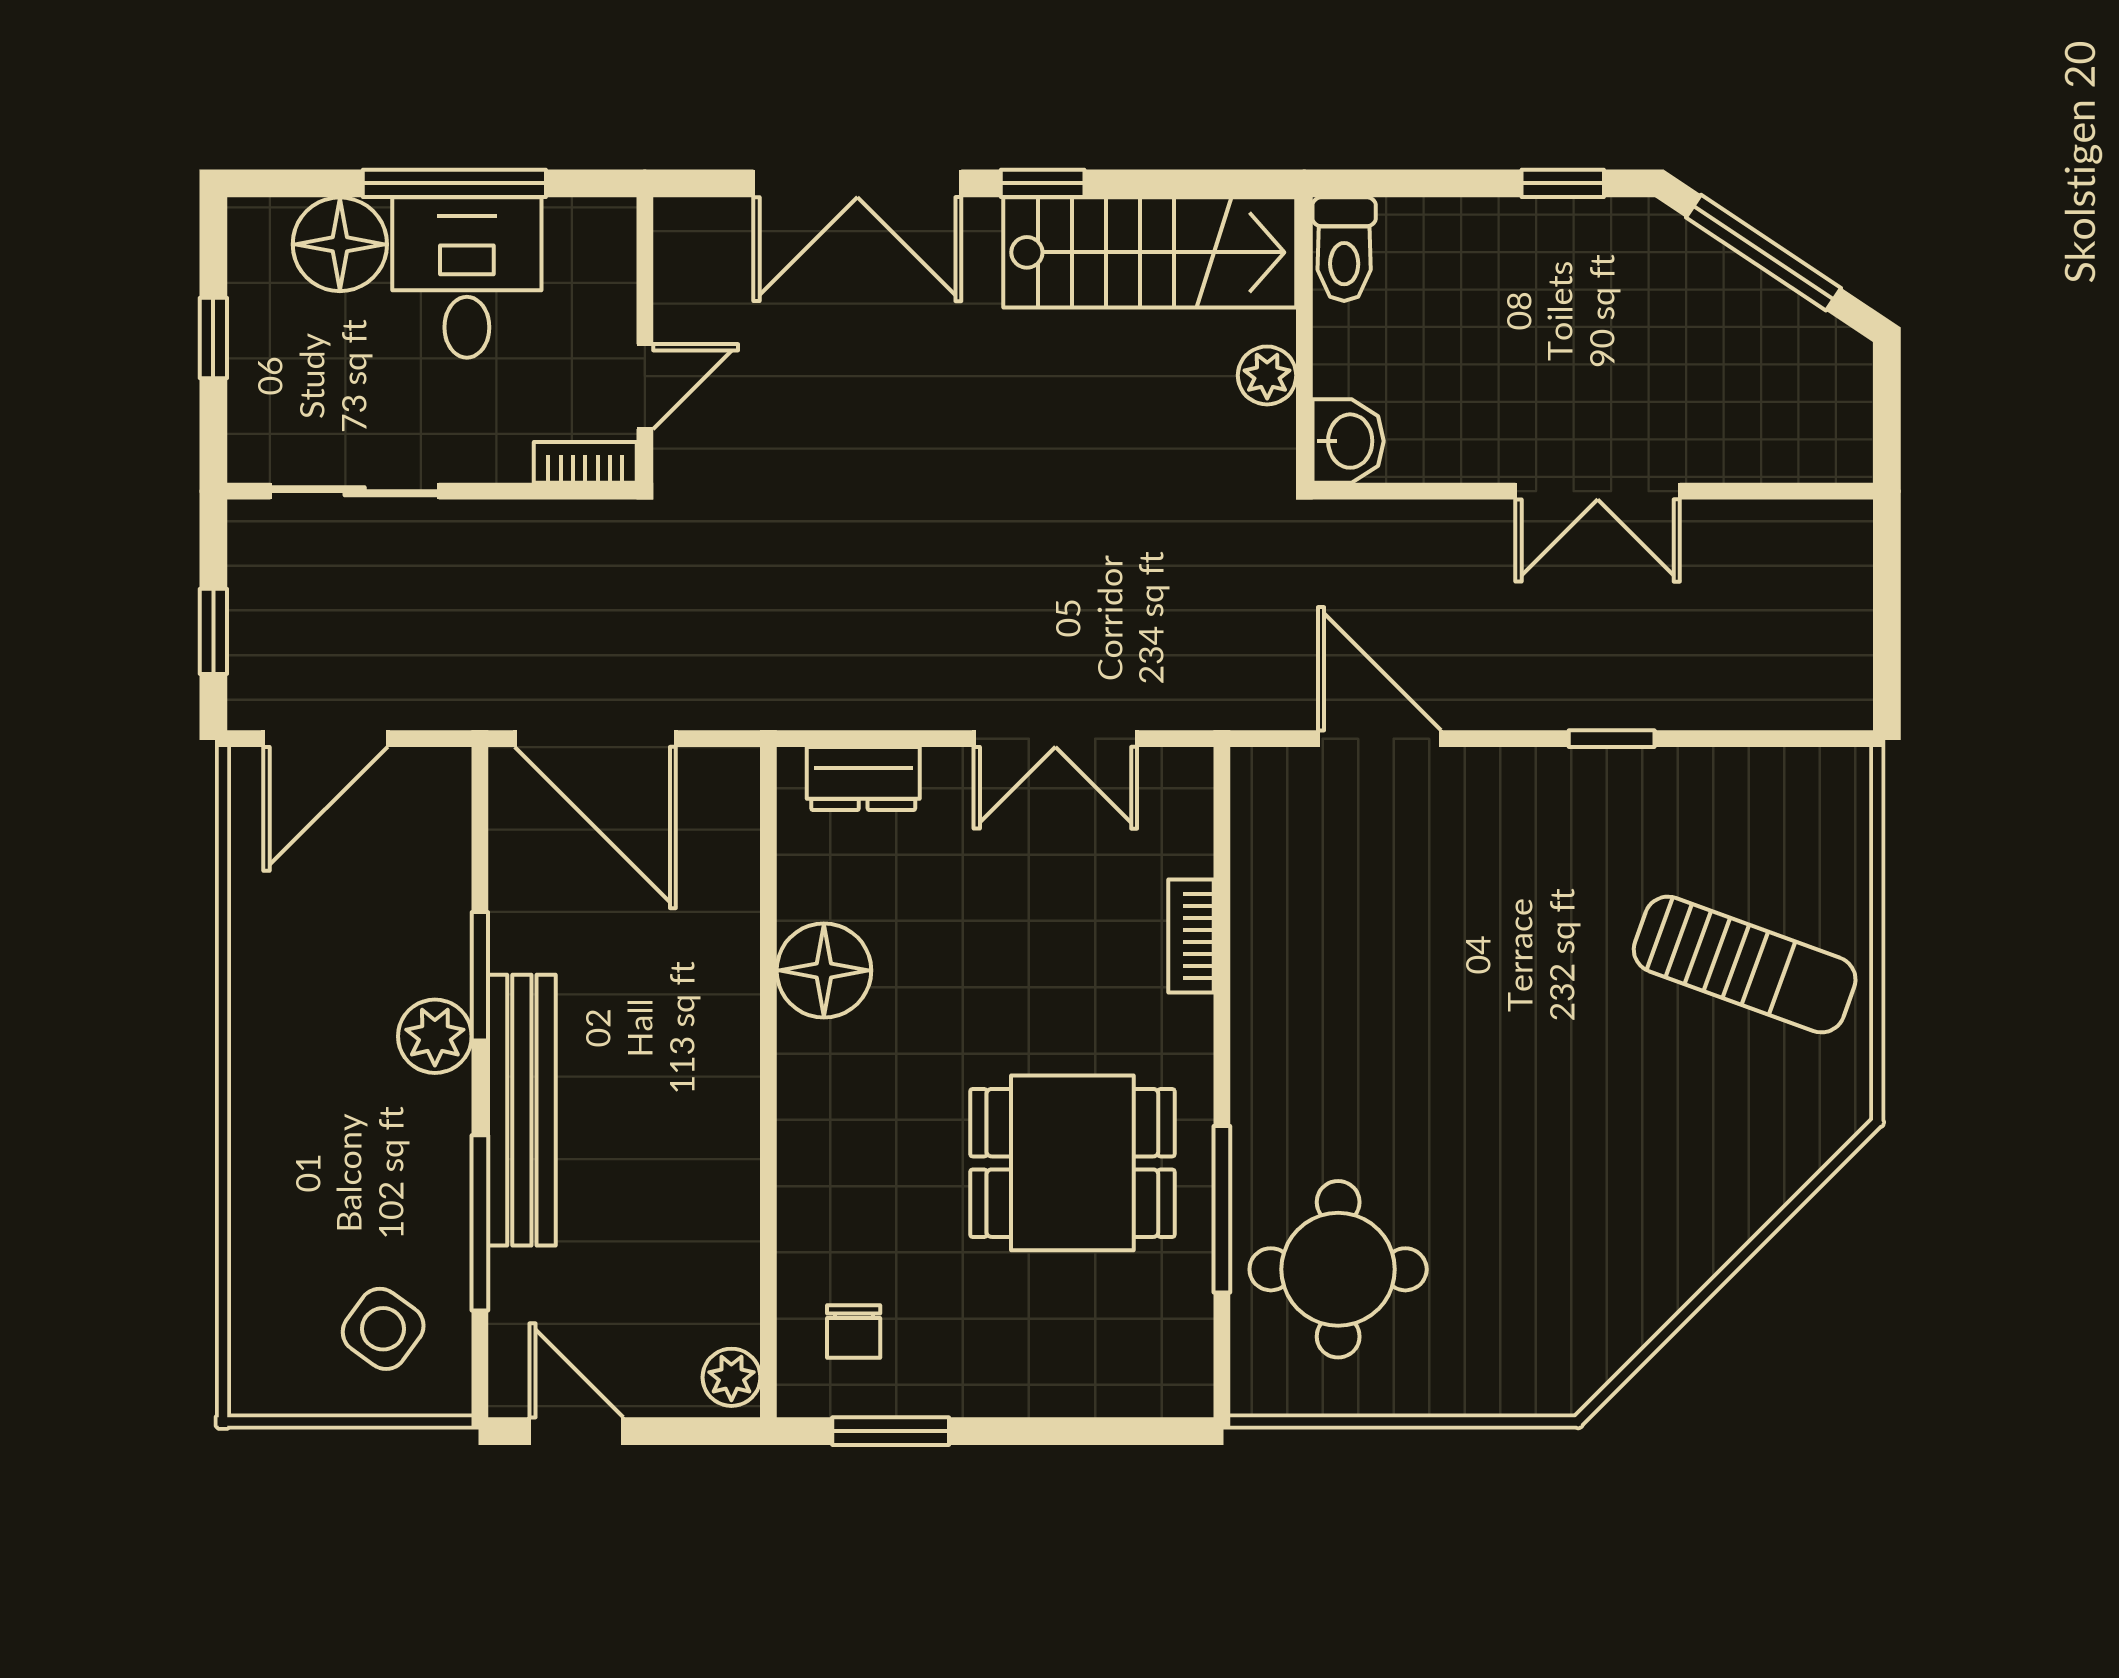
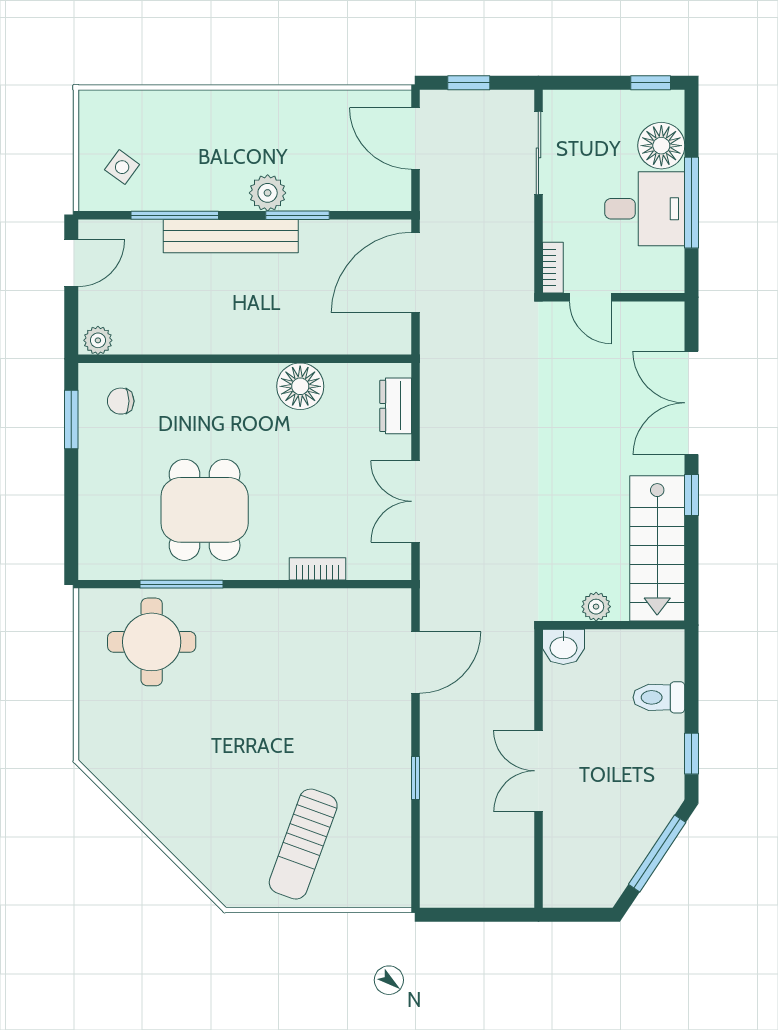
toilet: (1344, 249) -> (659, 697), moved
window: (213, 338) -> (651, 83), moved
side table: (383, 1329) -> (122, 167), width x0.73, depth x0.73

